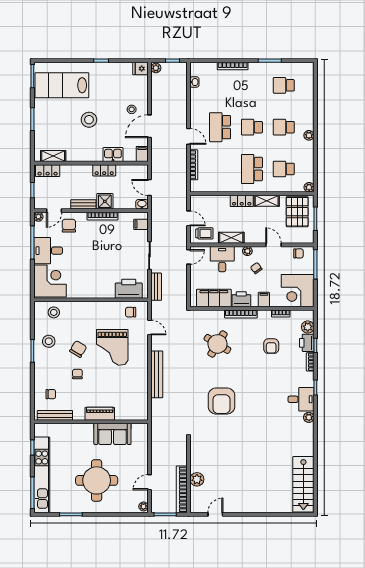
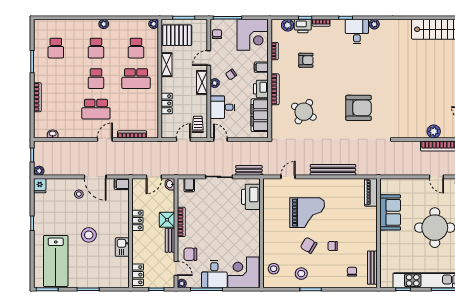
kitchen sink: (113, 155) -> (122, 247), moved
shelving: (53, 156) -> (124, 269), removed
locker: (242, 201) -> (167, 103), moved
shelving: (231, 238) -> (202, 82), moved
chair: (131, 312) -> (273, 195), removed
piano: (100, 414) -> (371, 192), moved

